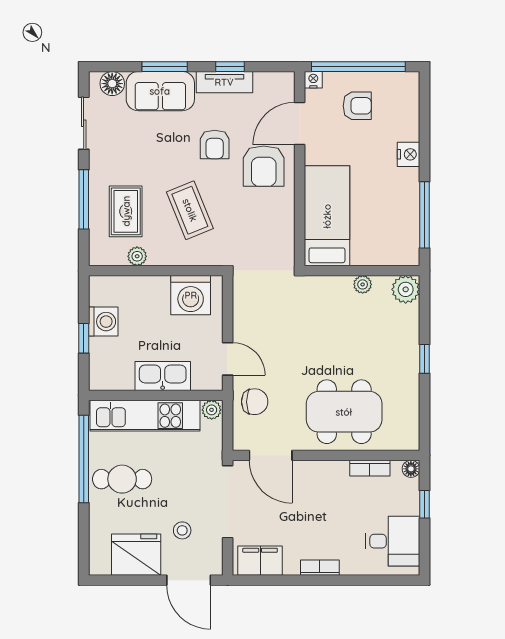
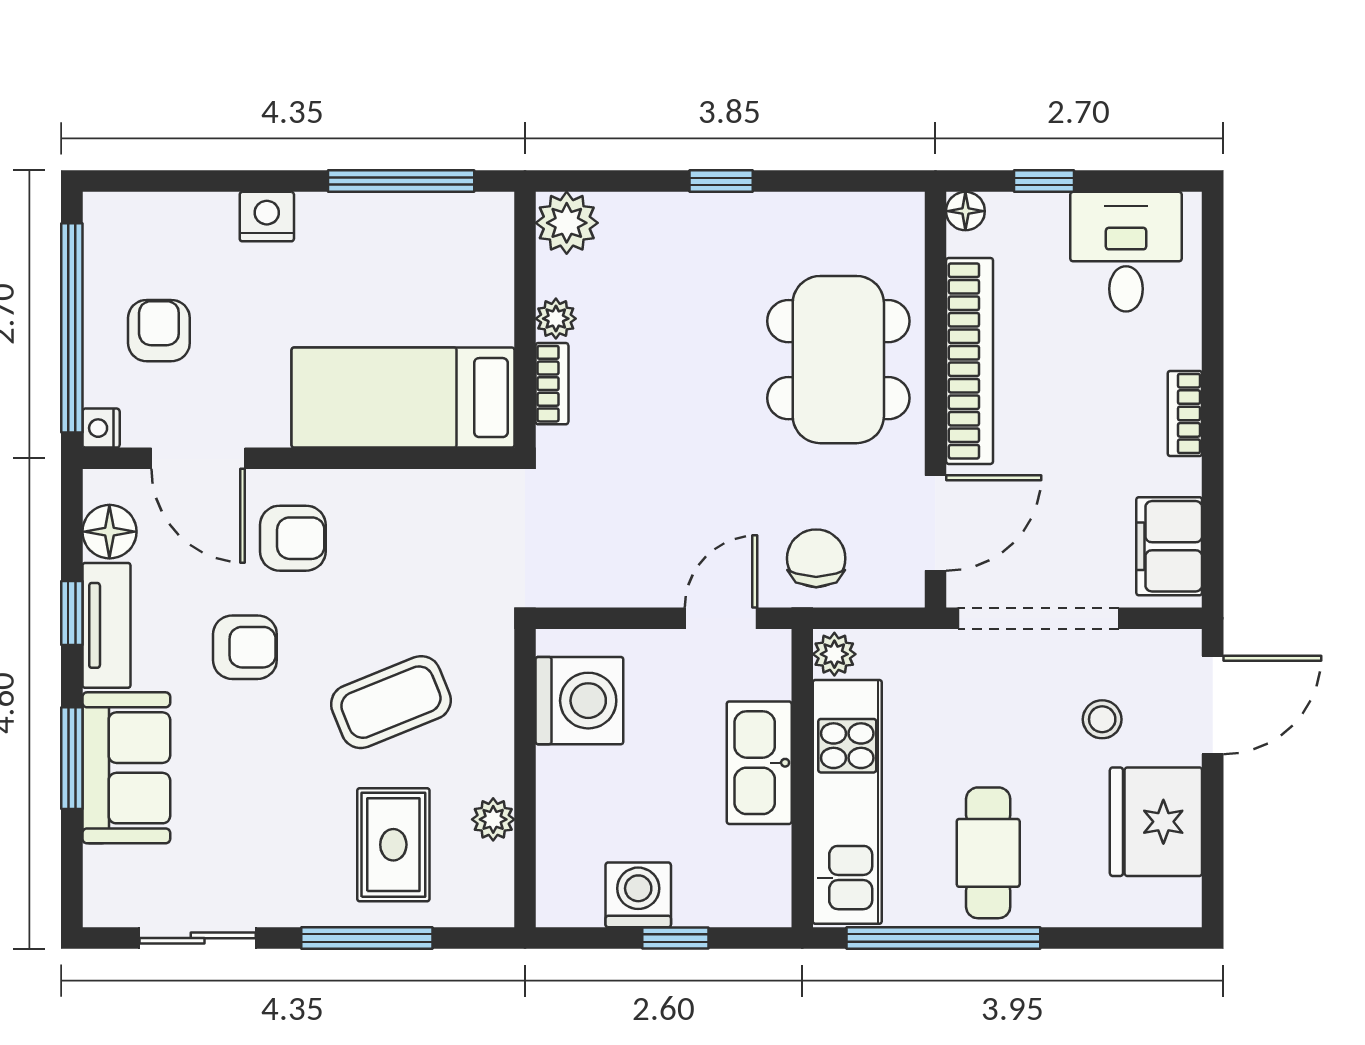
floor lamp: (112, 84) -> (109, 532), moved
armchair: (264, 166) -> (293, 538), width x0.72, depth x0.72
rug: (126, 211) -> (393, 845), turned 90
bookcase: (333, 283) -> (552, 384), added
bookcase: (370, 468) -> (970, 361), width x2.31, depth x1.31

